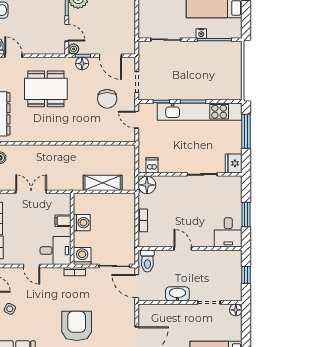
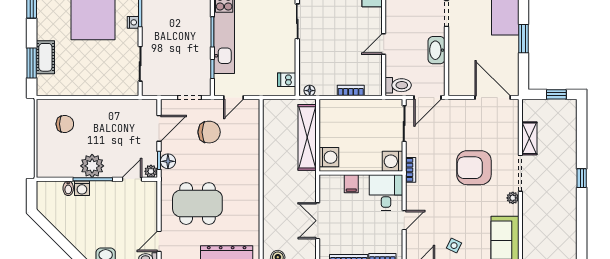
dining table: (46, 89) -> (197, 204), turned 90
shelving: (103, 183) -> (307, 137), width x1.47
floor lamp: (147, 185) -> (310, 91), width x0.53, depth x0.53
washing machine: (82, 223) -> (329, 157), moved, turned 90

